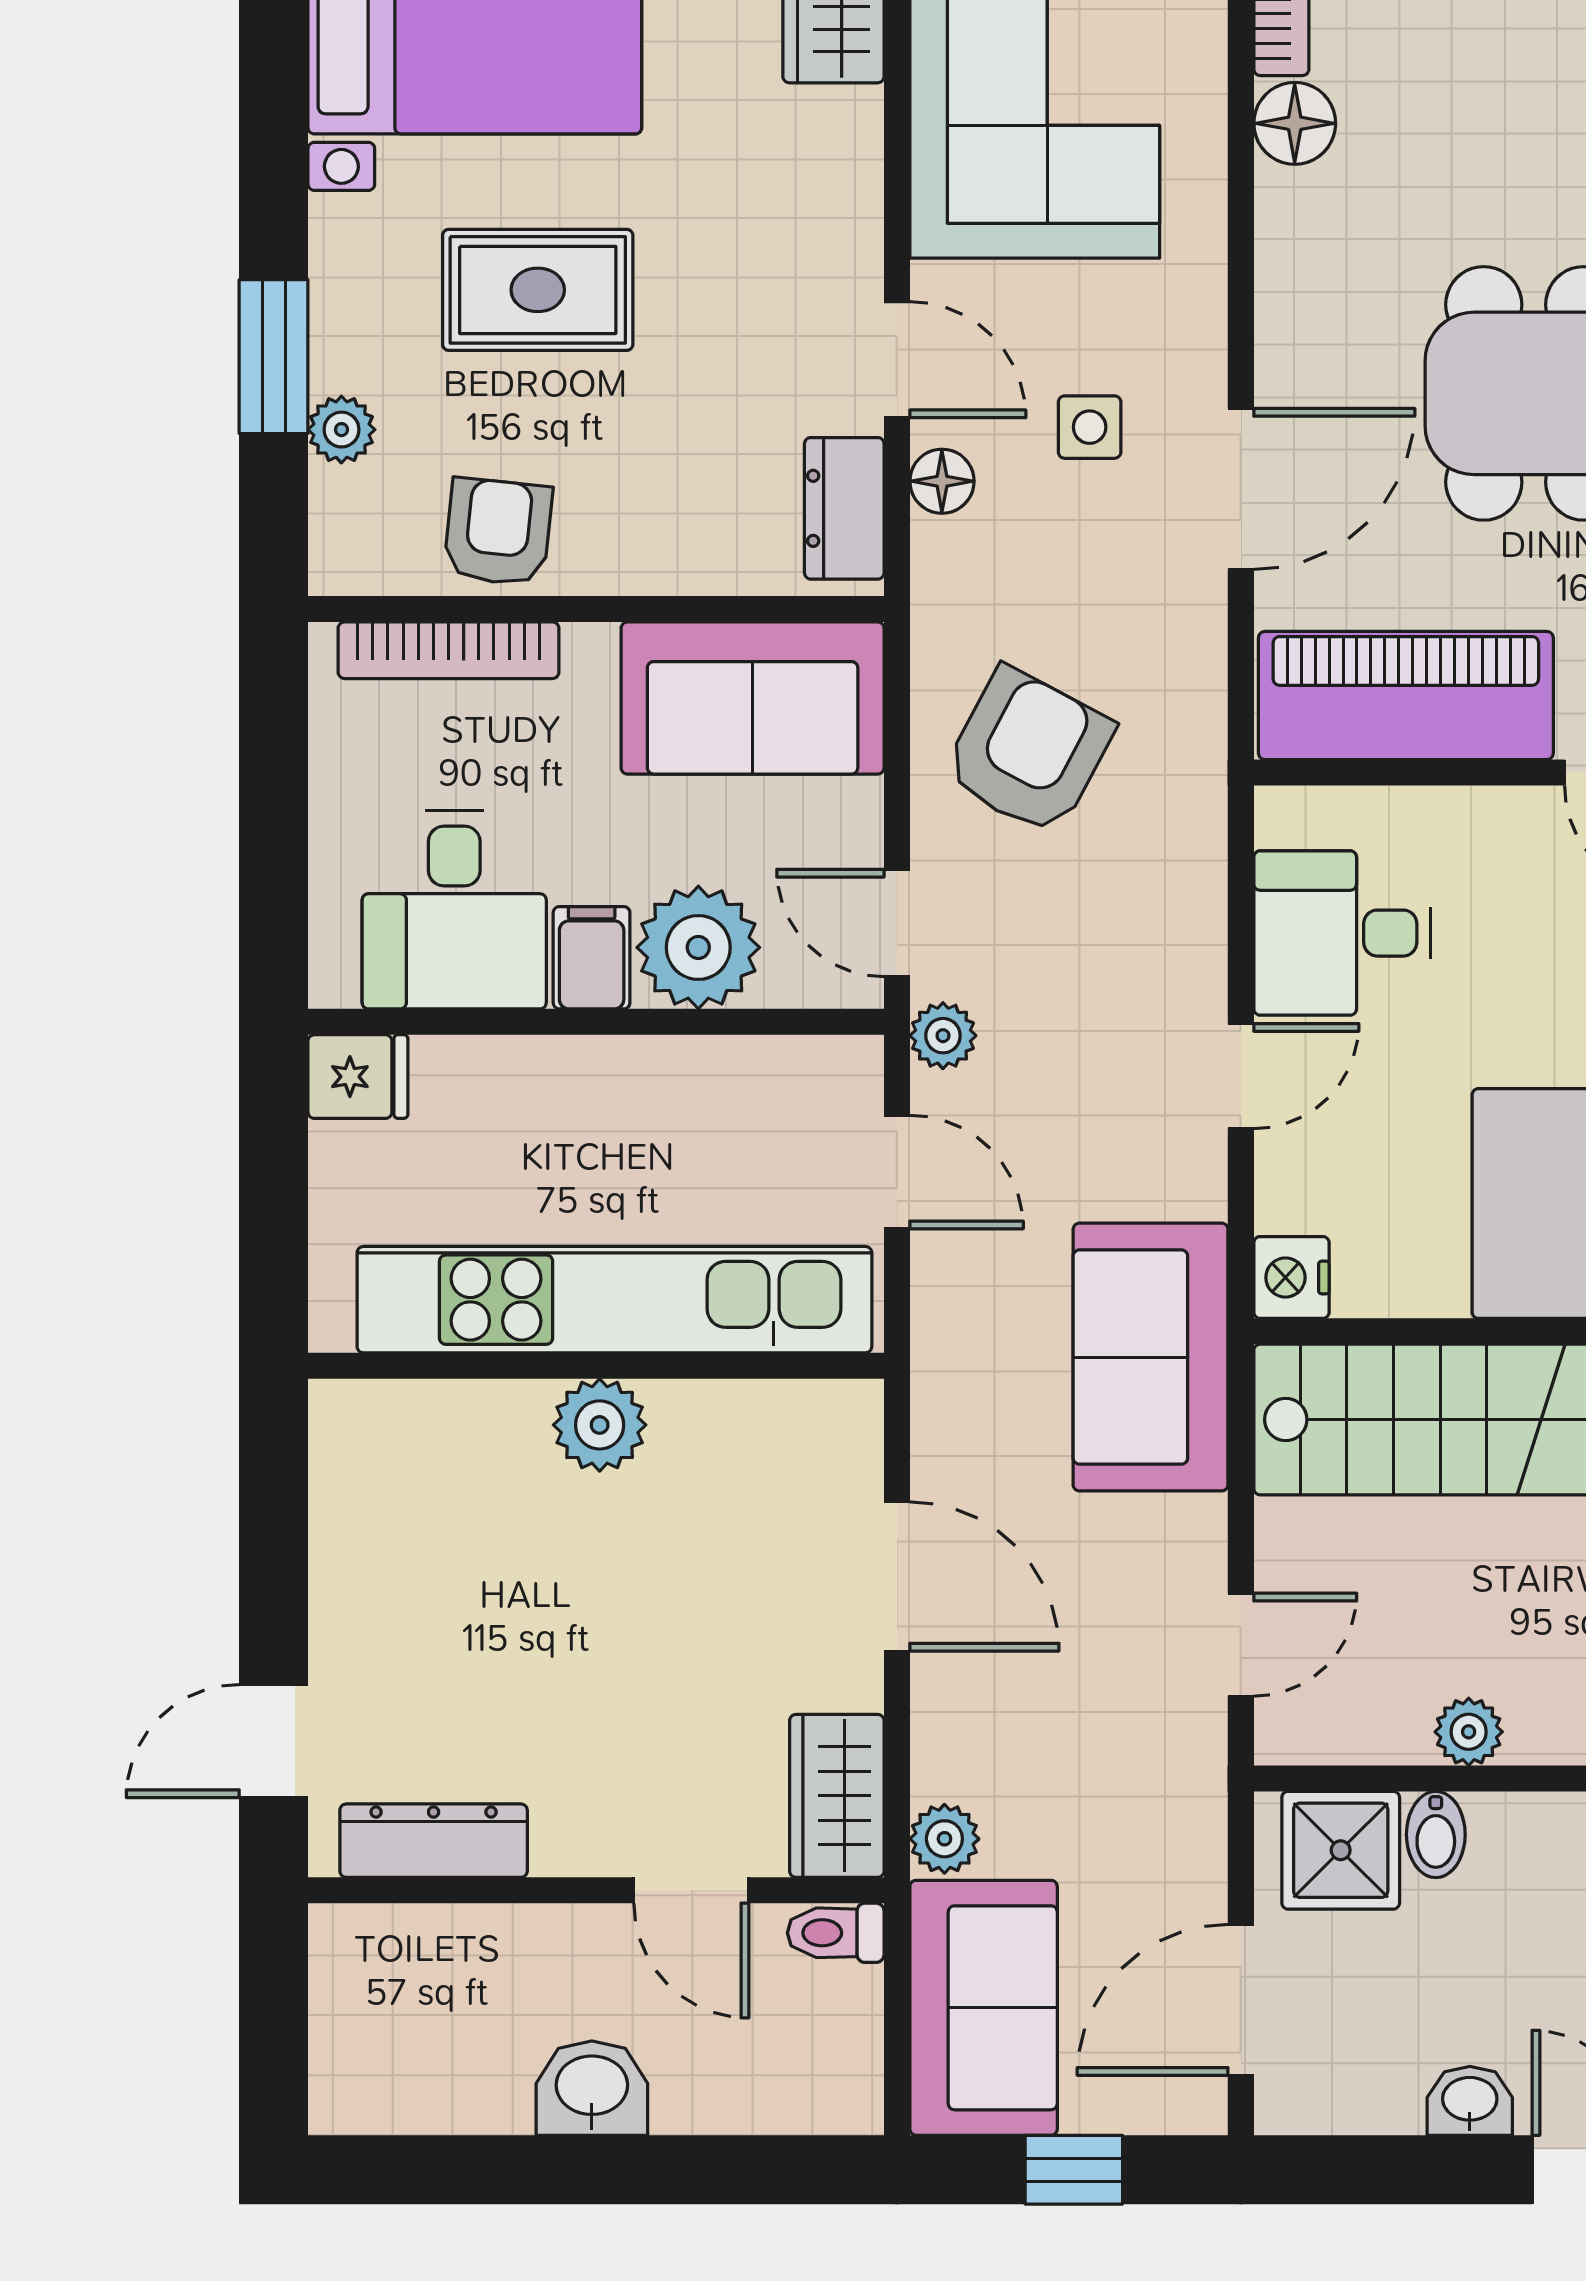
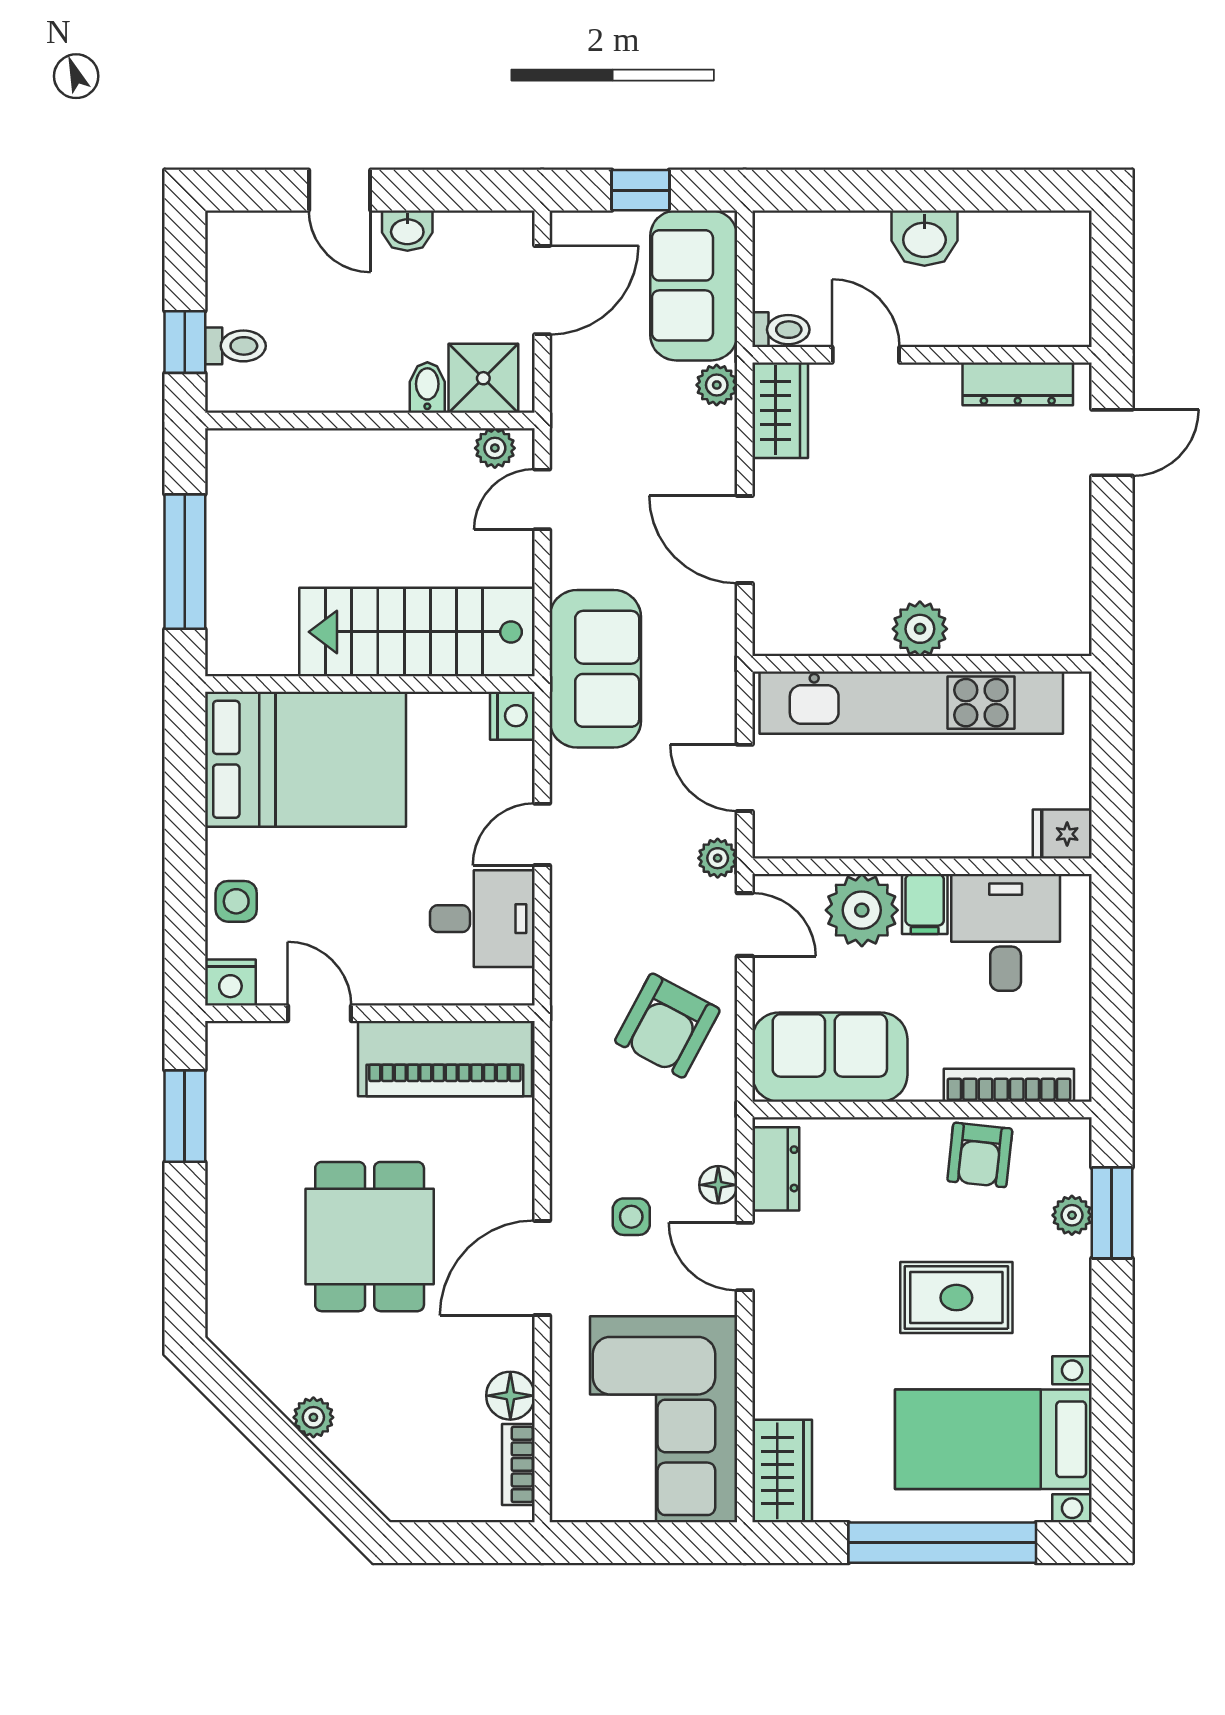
window: (274, 357) -> (1112, 1213), moved
door: (1241, 489) -> (542, 1268), moved
plant: (1469, 1732) -> (495, 448), moved

